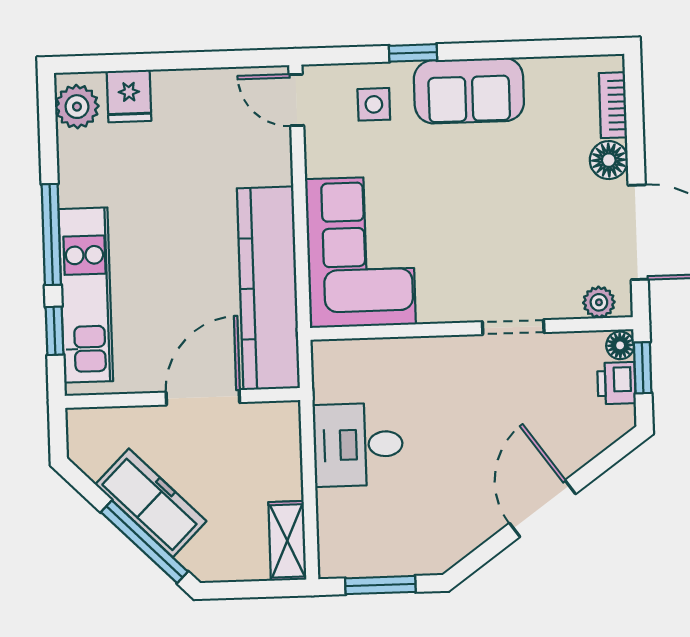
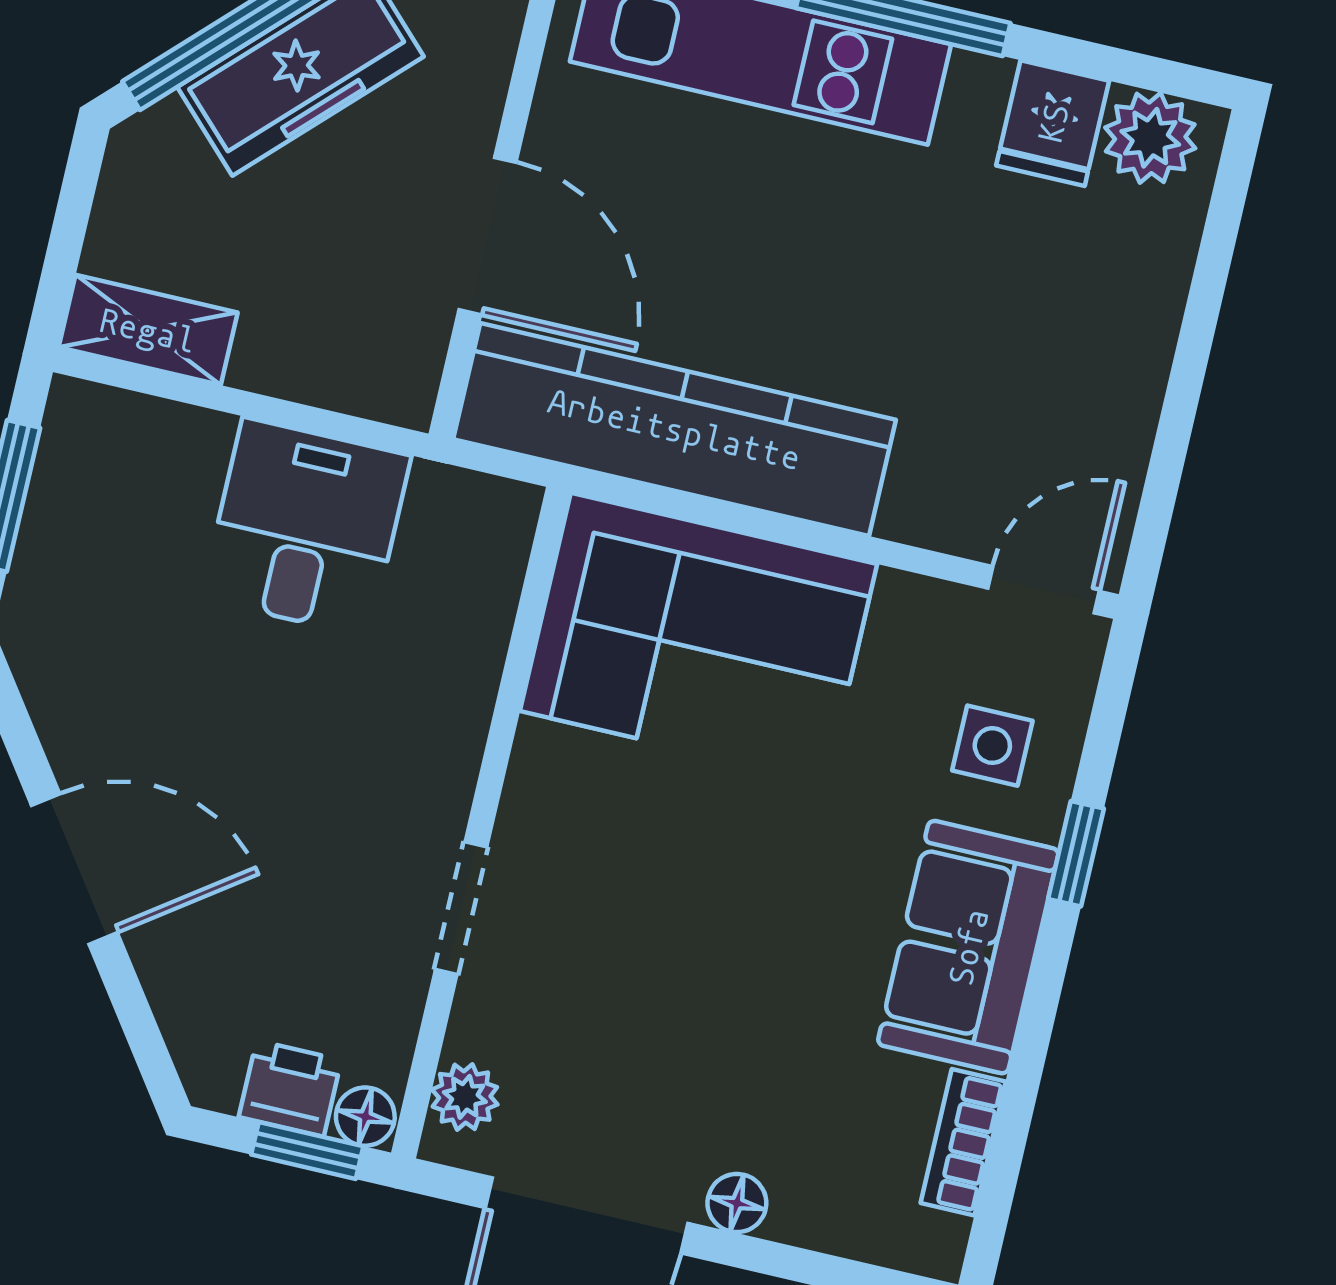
fridge: (129, 96) -> (1053, 123), moved, turned -90
bookcase: (613, 105) -> (963, 1142), moved, turned -90
floor lamp: (609, 160) -> (737, 1203), width x0.73, depth x0.73

